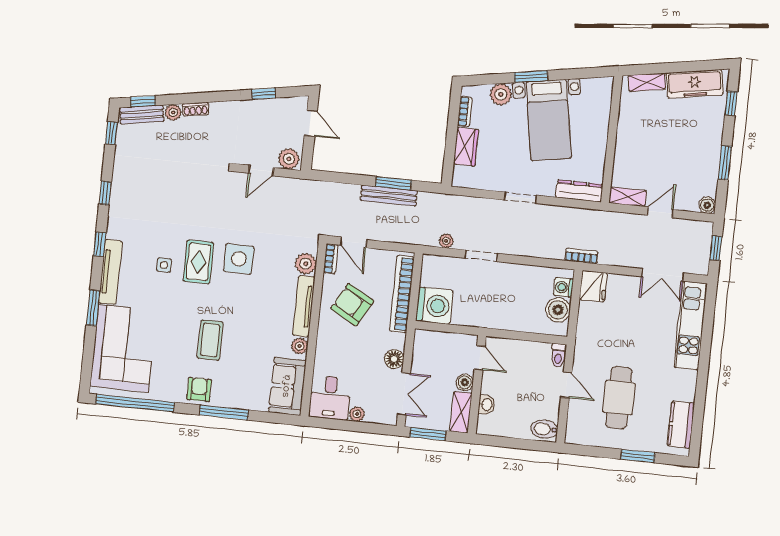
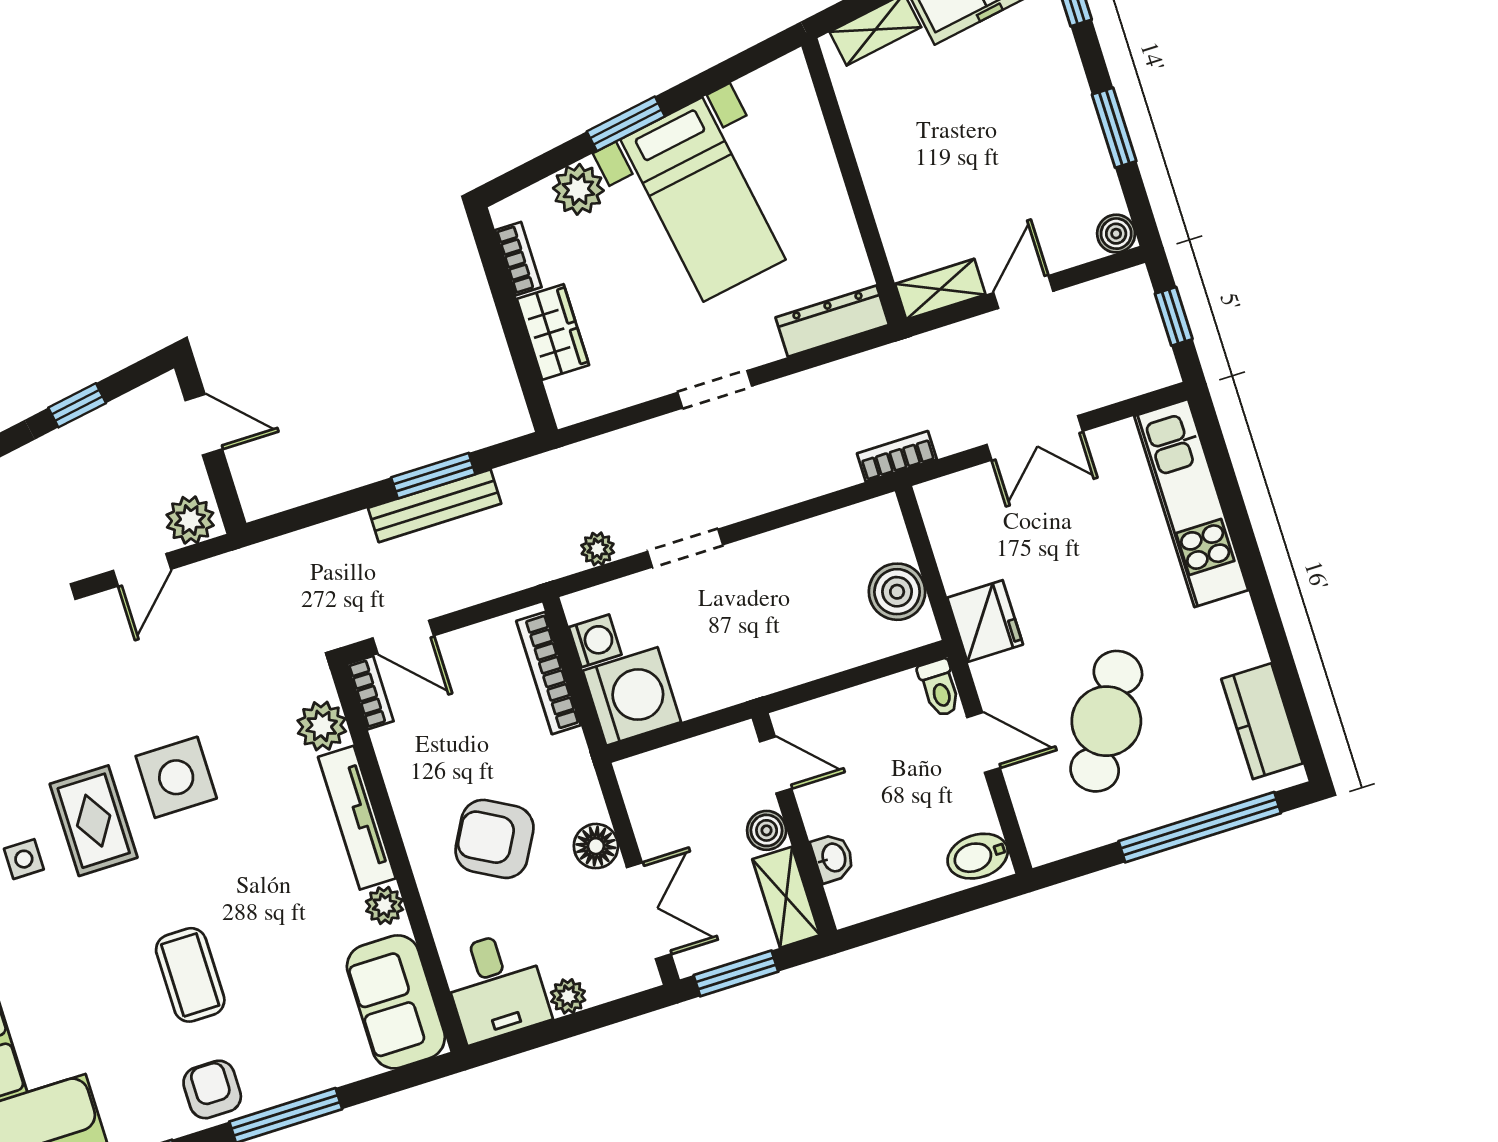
double door: (662, 275) -> (1035, 438), moved
fridge: (593, 286) -> (985, 621), moved
washing machine: (563, 287) -> (595, 641), moved, turned 180
bookcase: (402, 294) -> (549, 673), width x0.68, depth x0.76
armchair: (352, 305) -> (494, 839), moved
cafe table: (619, 398) -> (1106, 721), turned 31
window: (638, 456) -> (1200, 827), width x2.11

